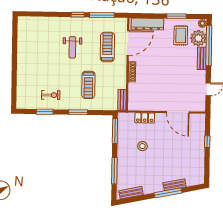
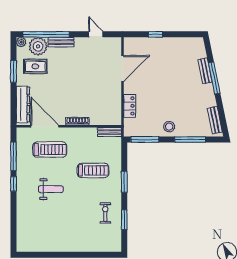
treadmill: (107, 47) -> (50, 150), turned 180
stool: (142, 146) -> (169, 127), moved

